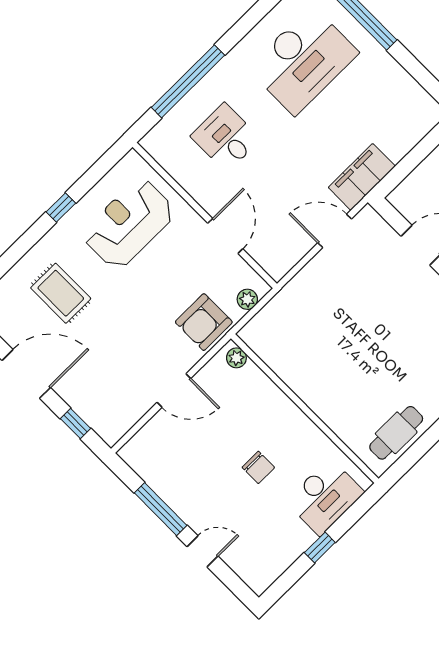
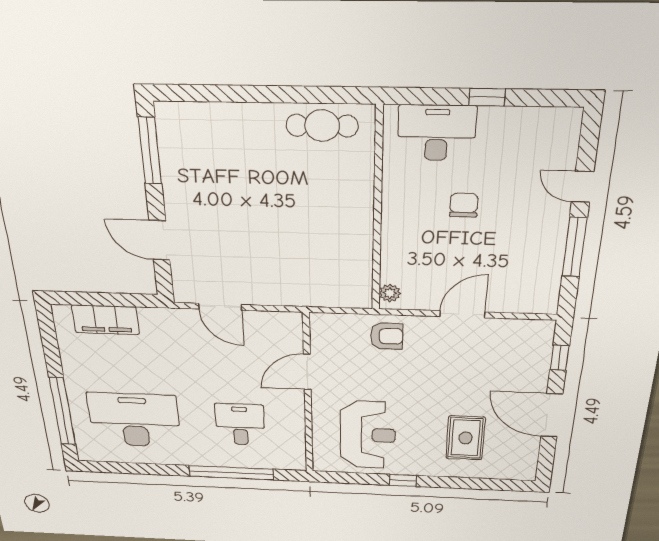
desk: (226, 138) -> (240, 424), turned 180
filing cabinet: (362, 177) -> (106, 320), moved
reception desk: (129, 224) -> (368, 435), turned -90
plant: (247, 299) -> (337, 322), removed
armchair: (204, 322) -> (387, 336), width x0.72, depth x0.72
door: (174, 390) -> (462, 314), hinge flipped

